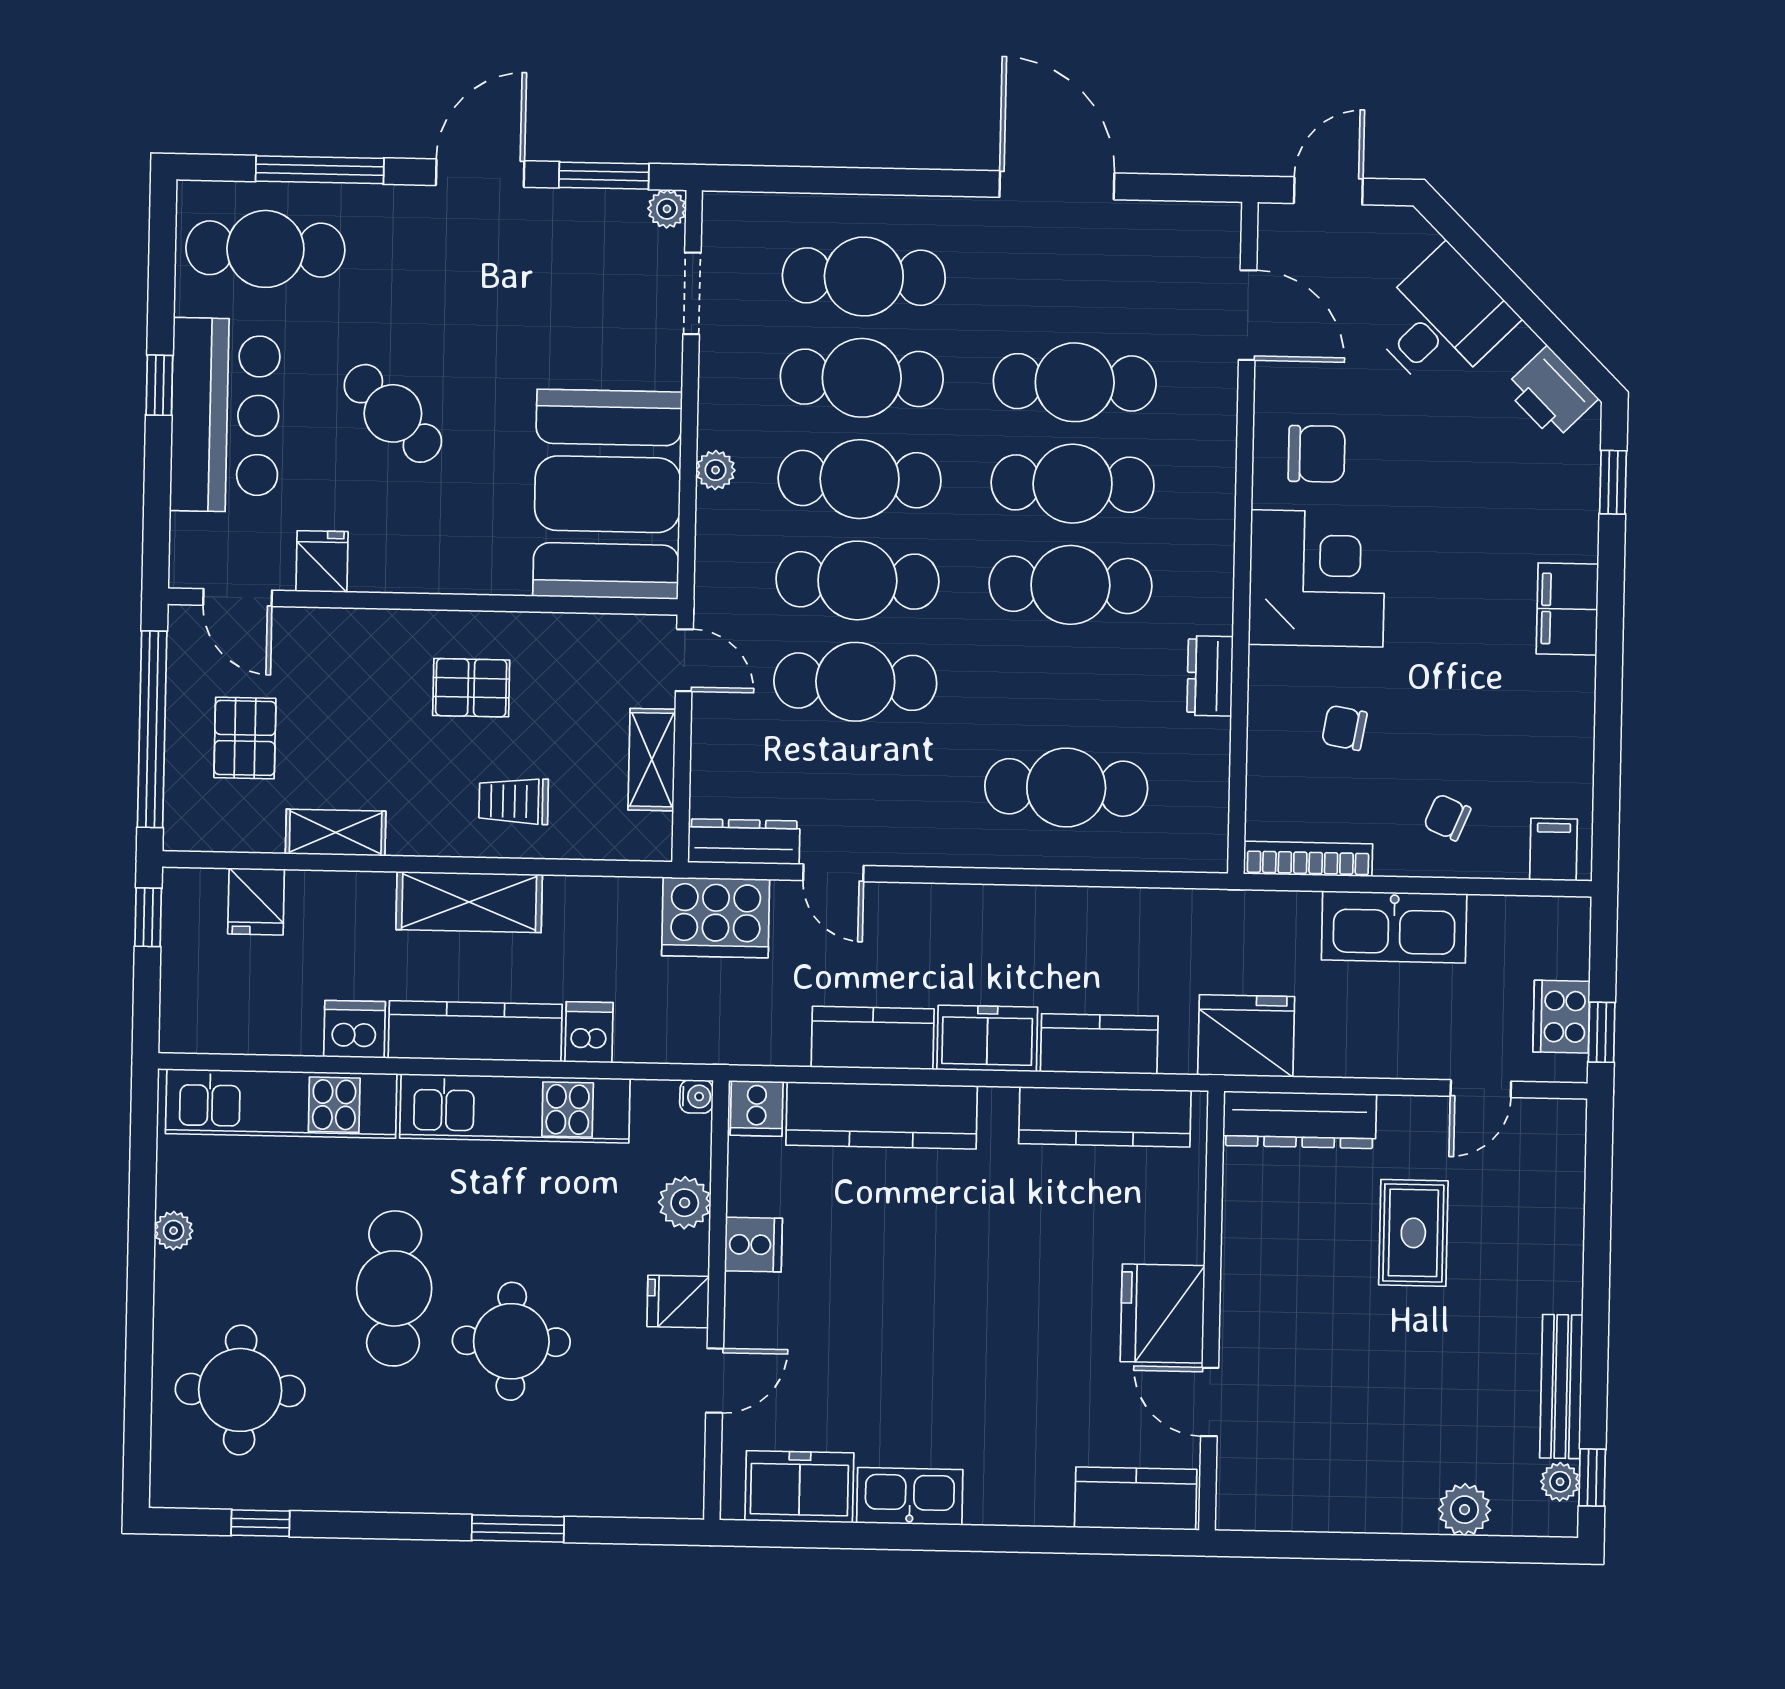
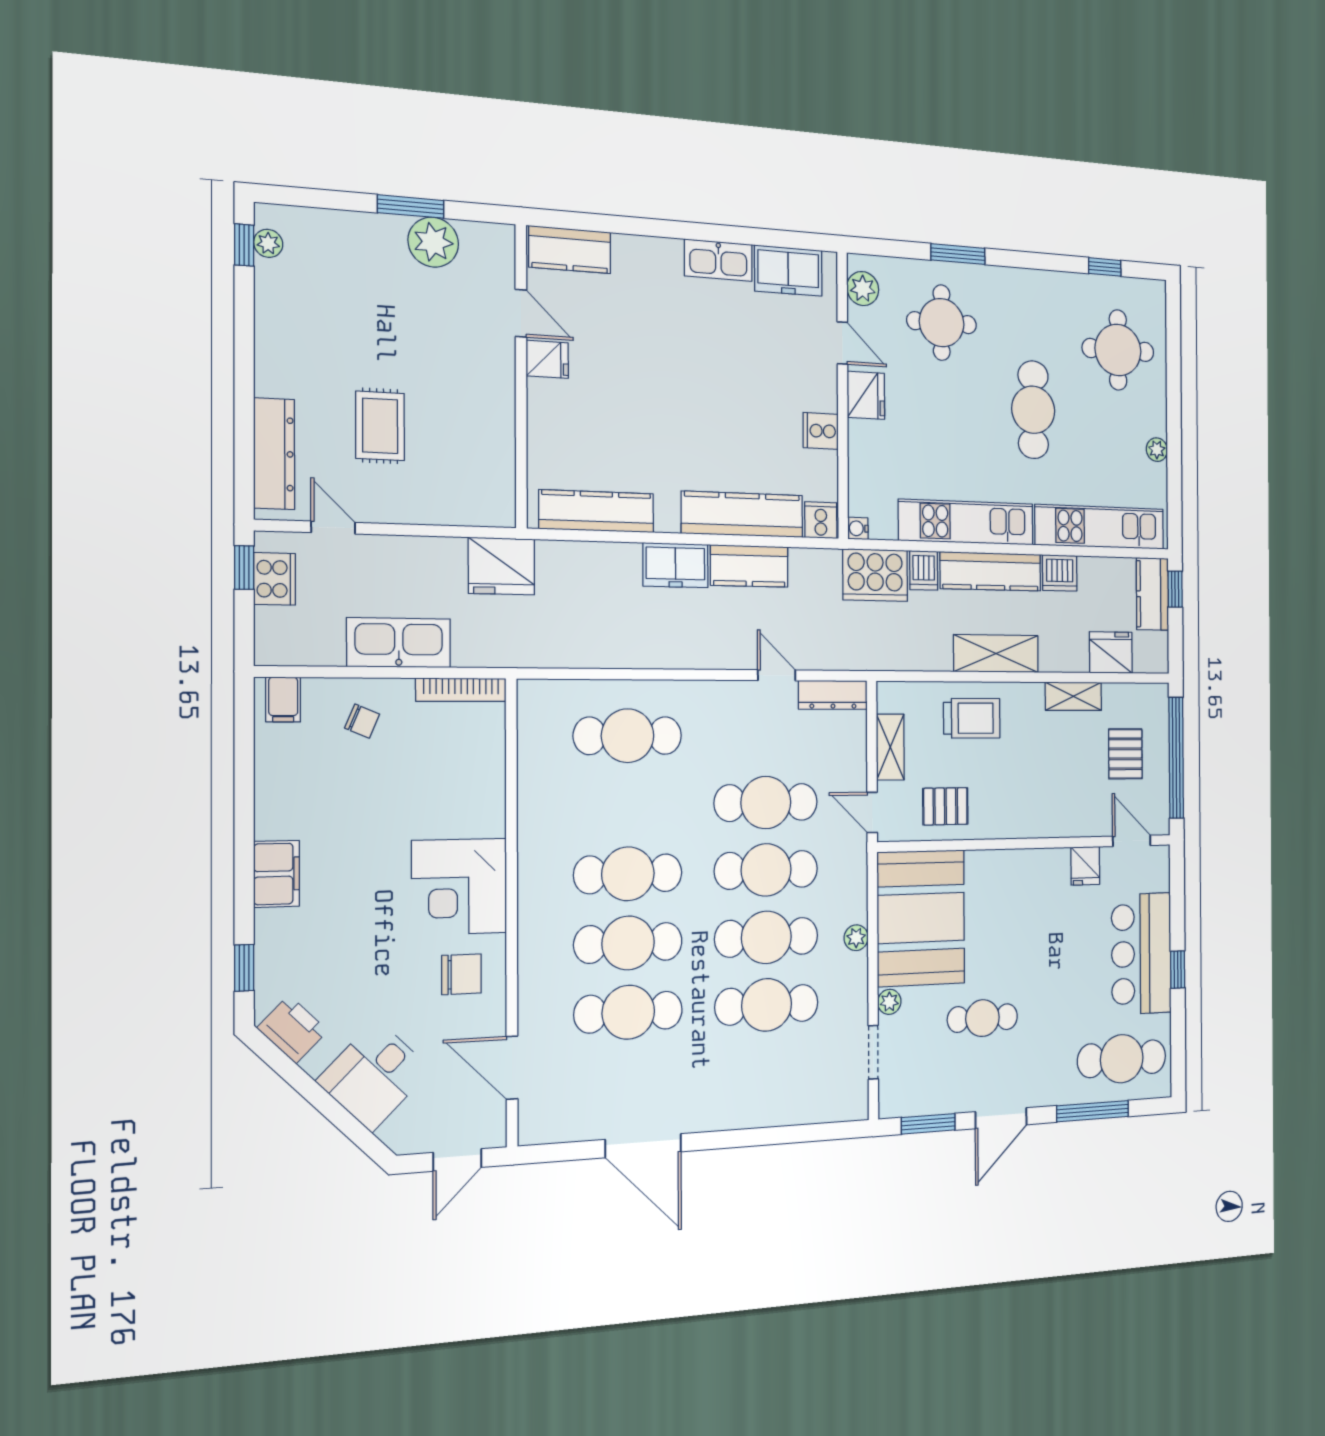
plant: (667, 209) -> (889, 1002), moved
cafe table: (864, 277) -> (767, 1072), removed
cafe table: (393, 413) -> (982, 1018), moved, turned -44
chair: (1317, 454) -> (461, 974), turned 180
dresser: (1210, 676) -> (532, 815), removed
pallet: (471, 688) -> (945, 806), moved
chair: (1344, 728) -> (438, 783), removed
trolley: (514, 801) -> (972, 718), width x1.36, depth x1.39
fridge: (256, 901) -> (1111, 652), width x1.38
window: (148, 917) -> (1175, 589), moved
cooker: (716, 917) -> (875, 575), moved, turned 180
kitchen counter: (1099, 1044) -> (1152, 594), moved, turned 90
door: (1481, 1089) -> (333, 528), hinge flipped
dresser: (1300, 1120) -> (274, 454), moved, turned 90
plant: (685, 1203) -> (863, 289), moved
fridge: (678, 1302) -> (866, 395), width x1.38
fridge: (1163, 1314) -> (547, 359), width x0.53, depth x0.75
round table: (511, 1341) -> (942, 323), moved
door: (715, 1381) -> (842, 343), swing flipped
bench: (1561, 1387) -> (269, 312), removed
plant: (1465, 1510) -> (433, 242), moved, width x1.36, depth x1.36
window: (1364, 1546) -> (411, 206), added

